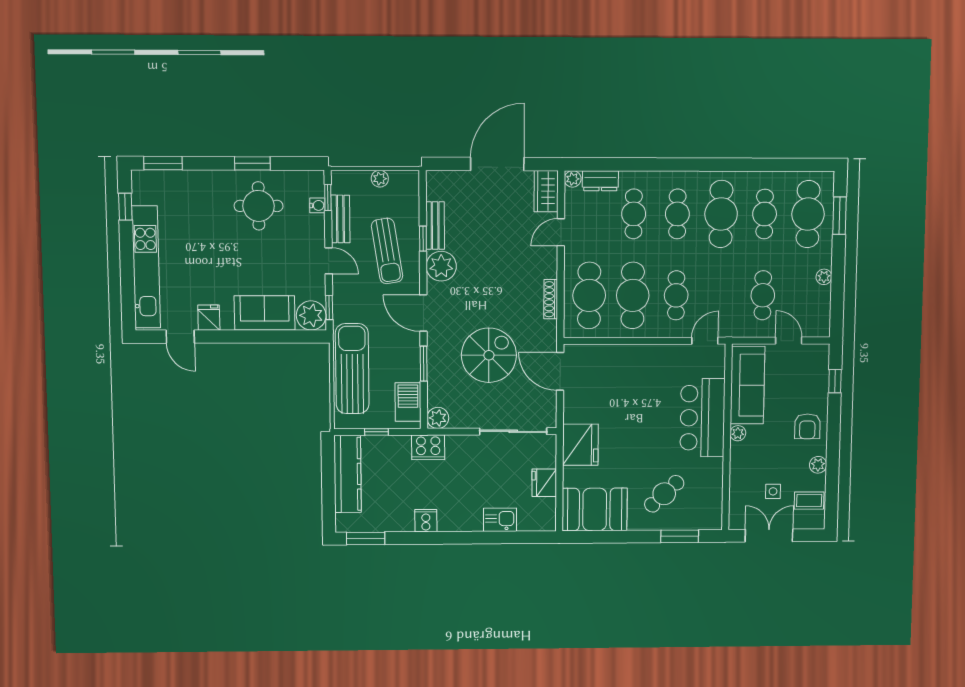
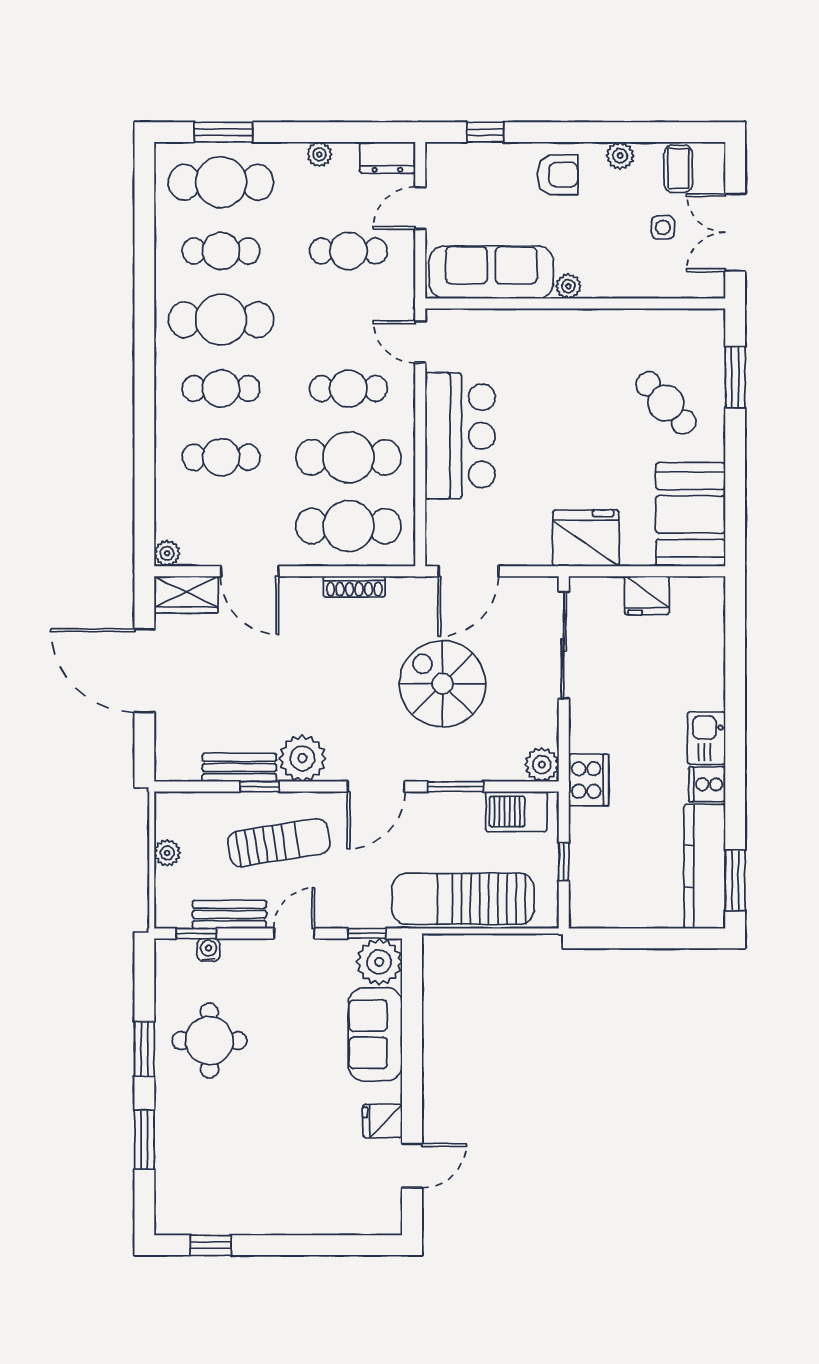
window: (163, 163) -> (144, 1140), moved
dresser: (600, 181) -> (387, 158), moved, turned 90
door: (561, 232) -> (250, 571), width x1.38
kitchen unit: (146, 267) -> (304, 1216), removed
bar counter: (702, 418) -> (460, 436), moved, turned -90
kitchen counter: (348, 474) -> (705, 866), moved, turned -90
kitchen sink: (500, 520) -> (706, 738), moved

